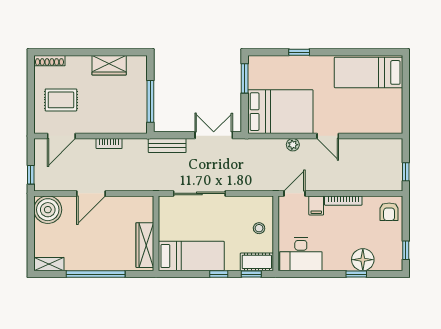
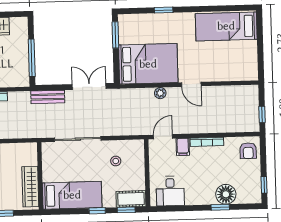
stool: (259, 228) -> (116, 161), moved
desk: (301, 254) -> (170, 191), width x0.73

